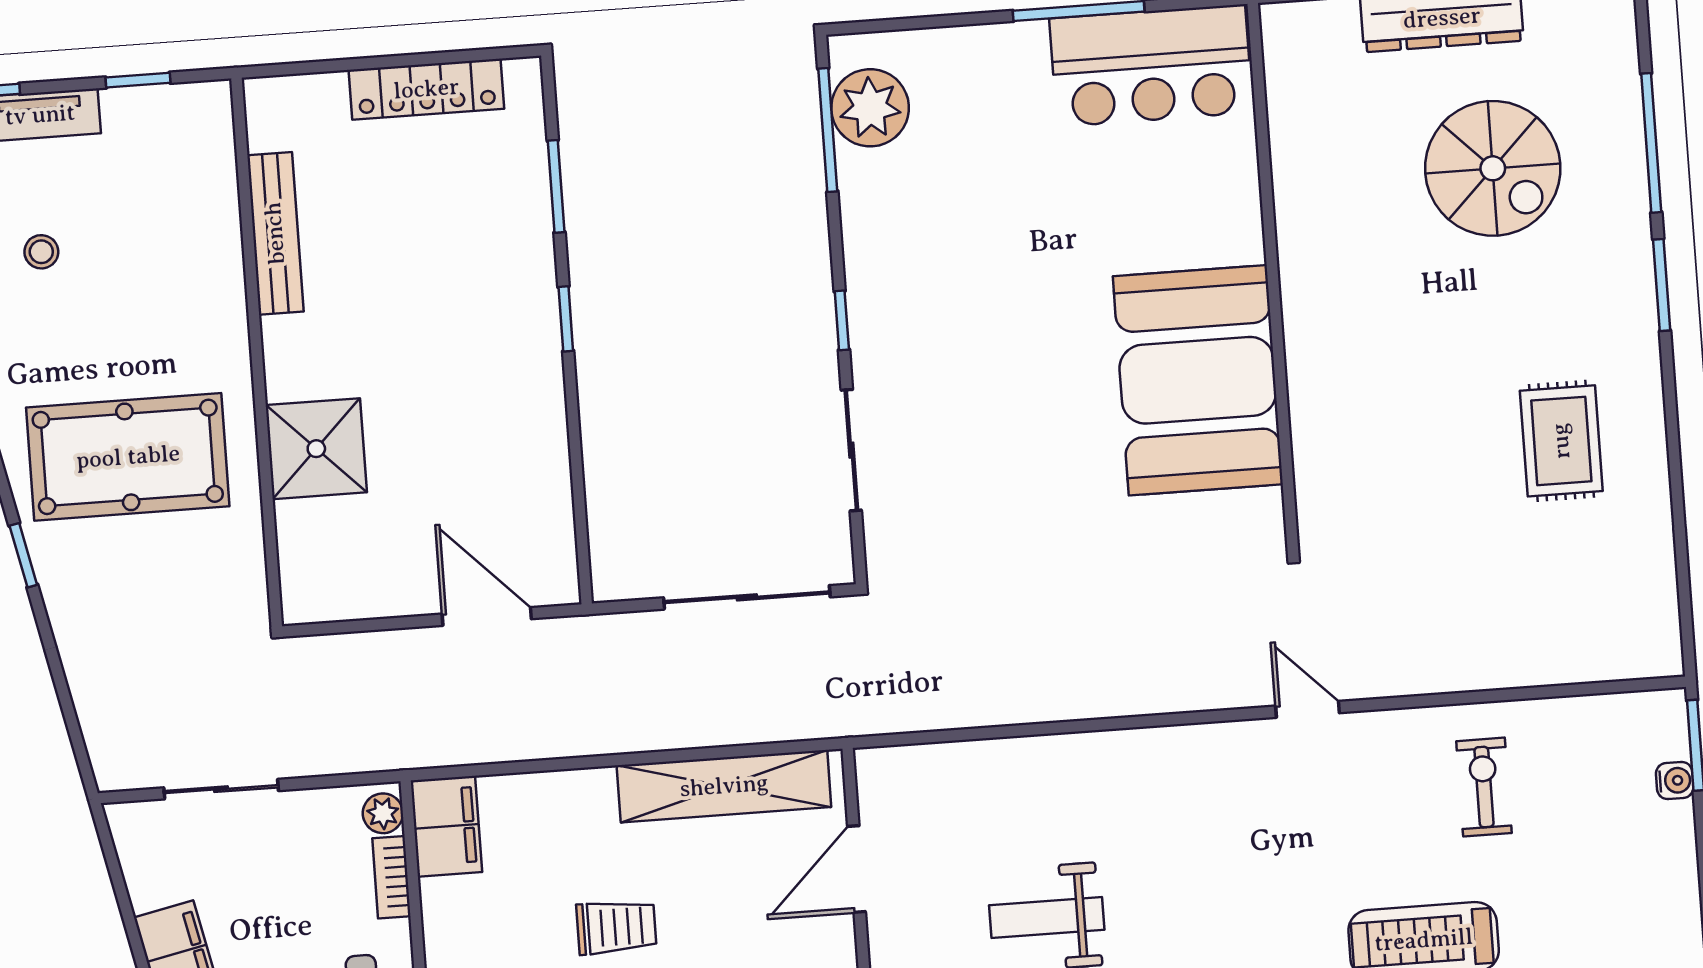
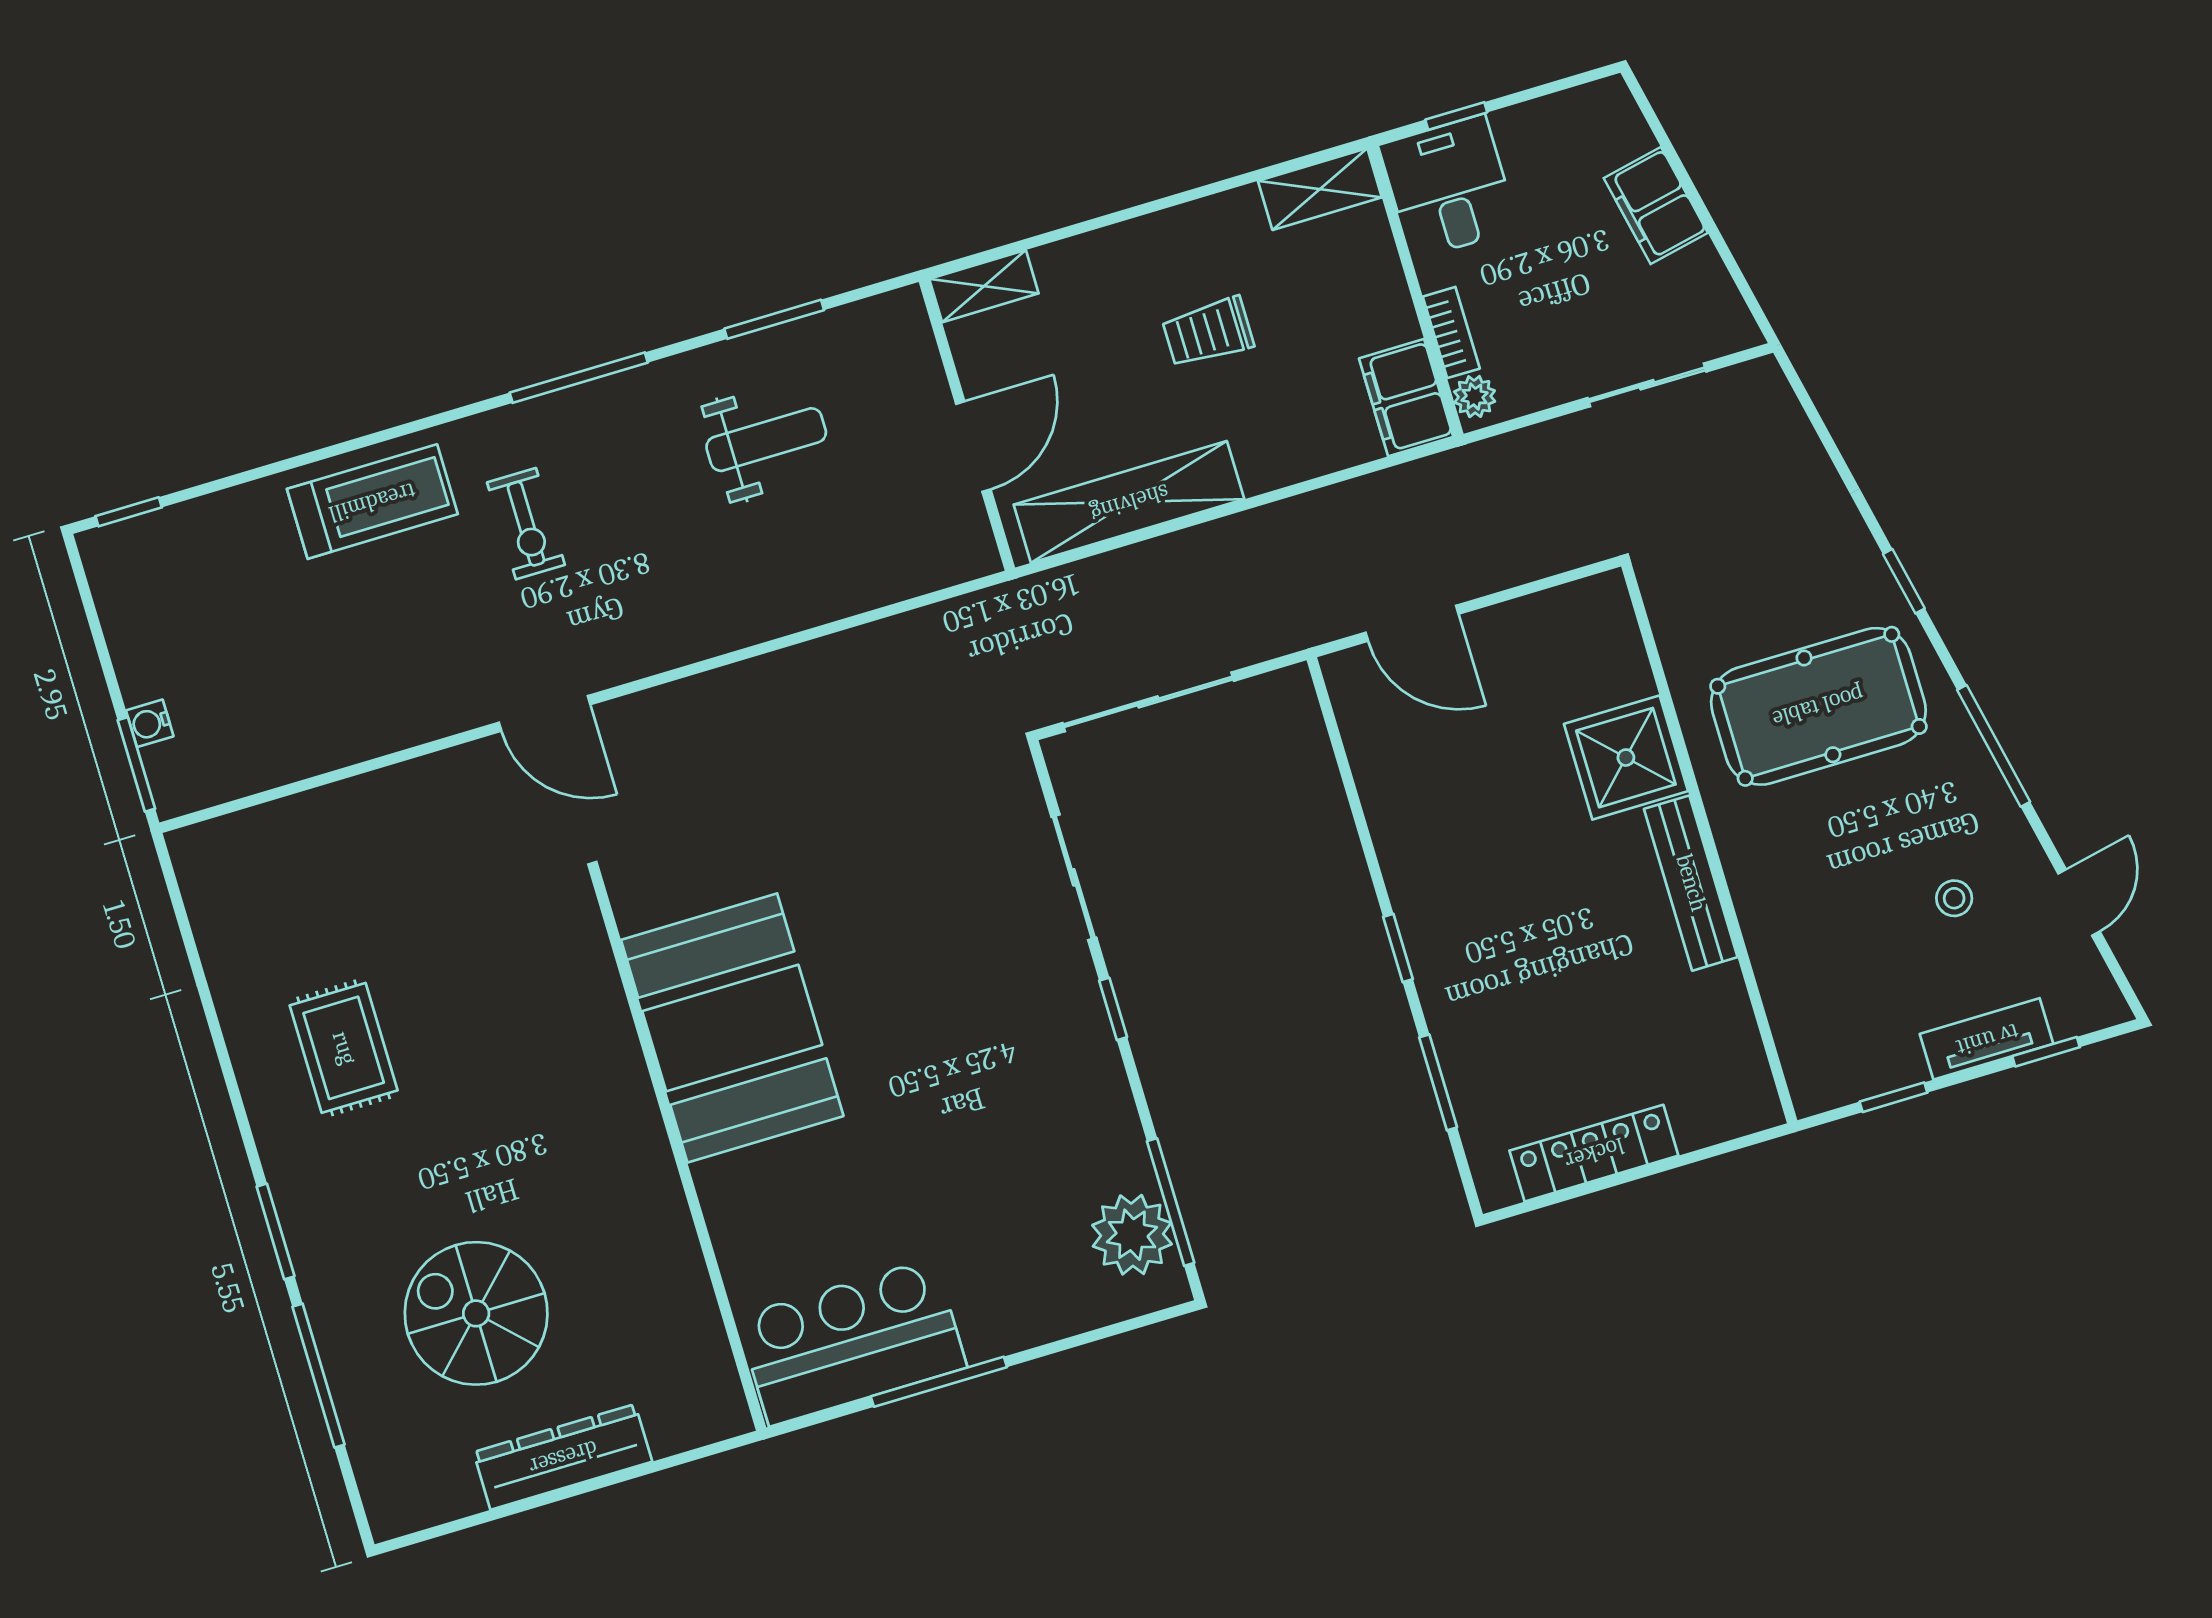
bench: (275, 233) -> (1691, 883), moved
door: (1307, 709) -> (545, 713), width x1.38
exercise bike: (1484, 787) -> (526, 524), moved

